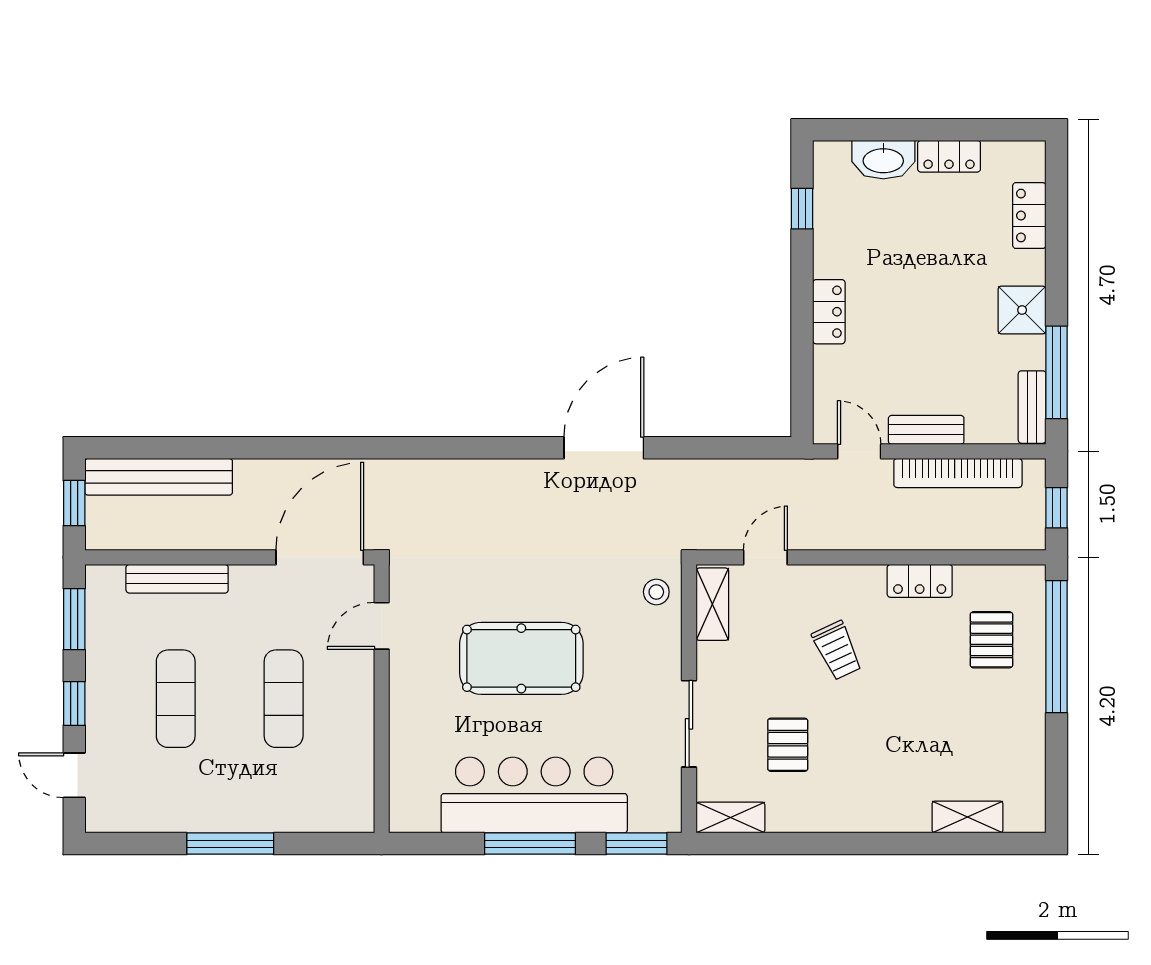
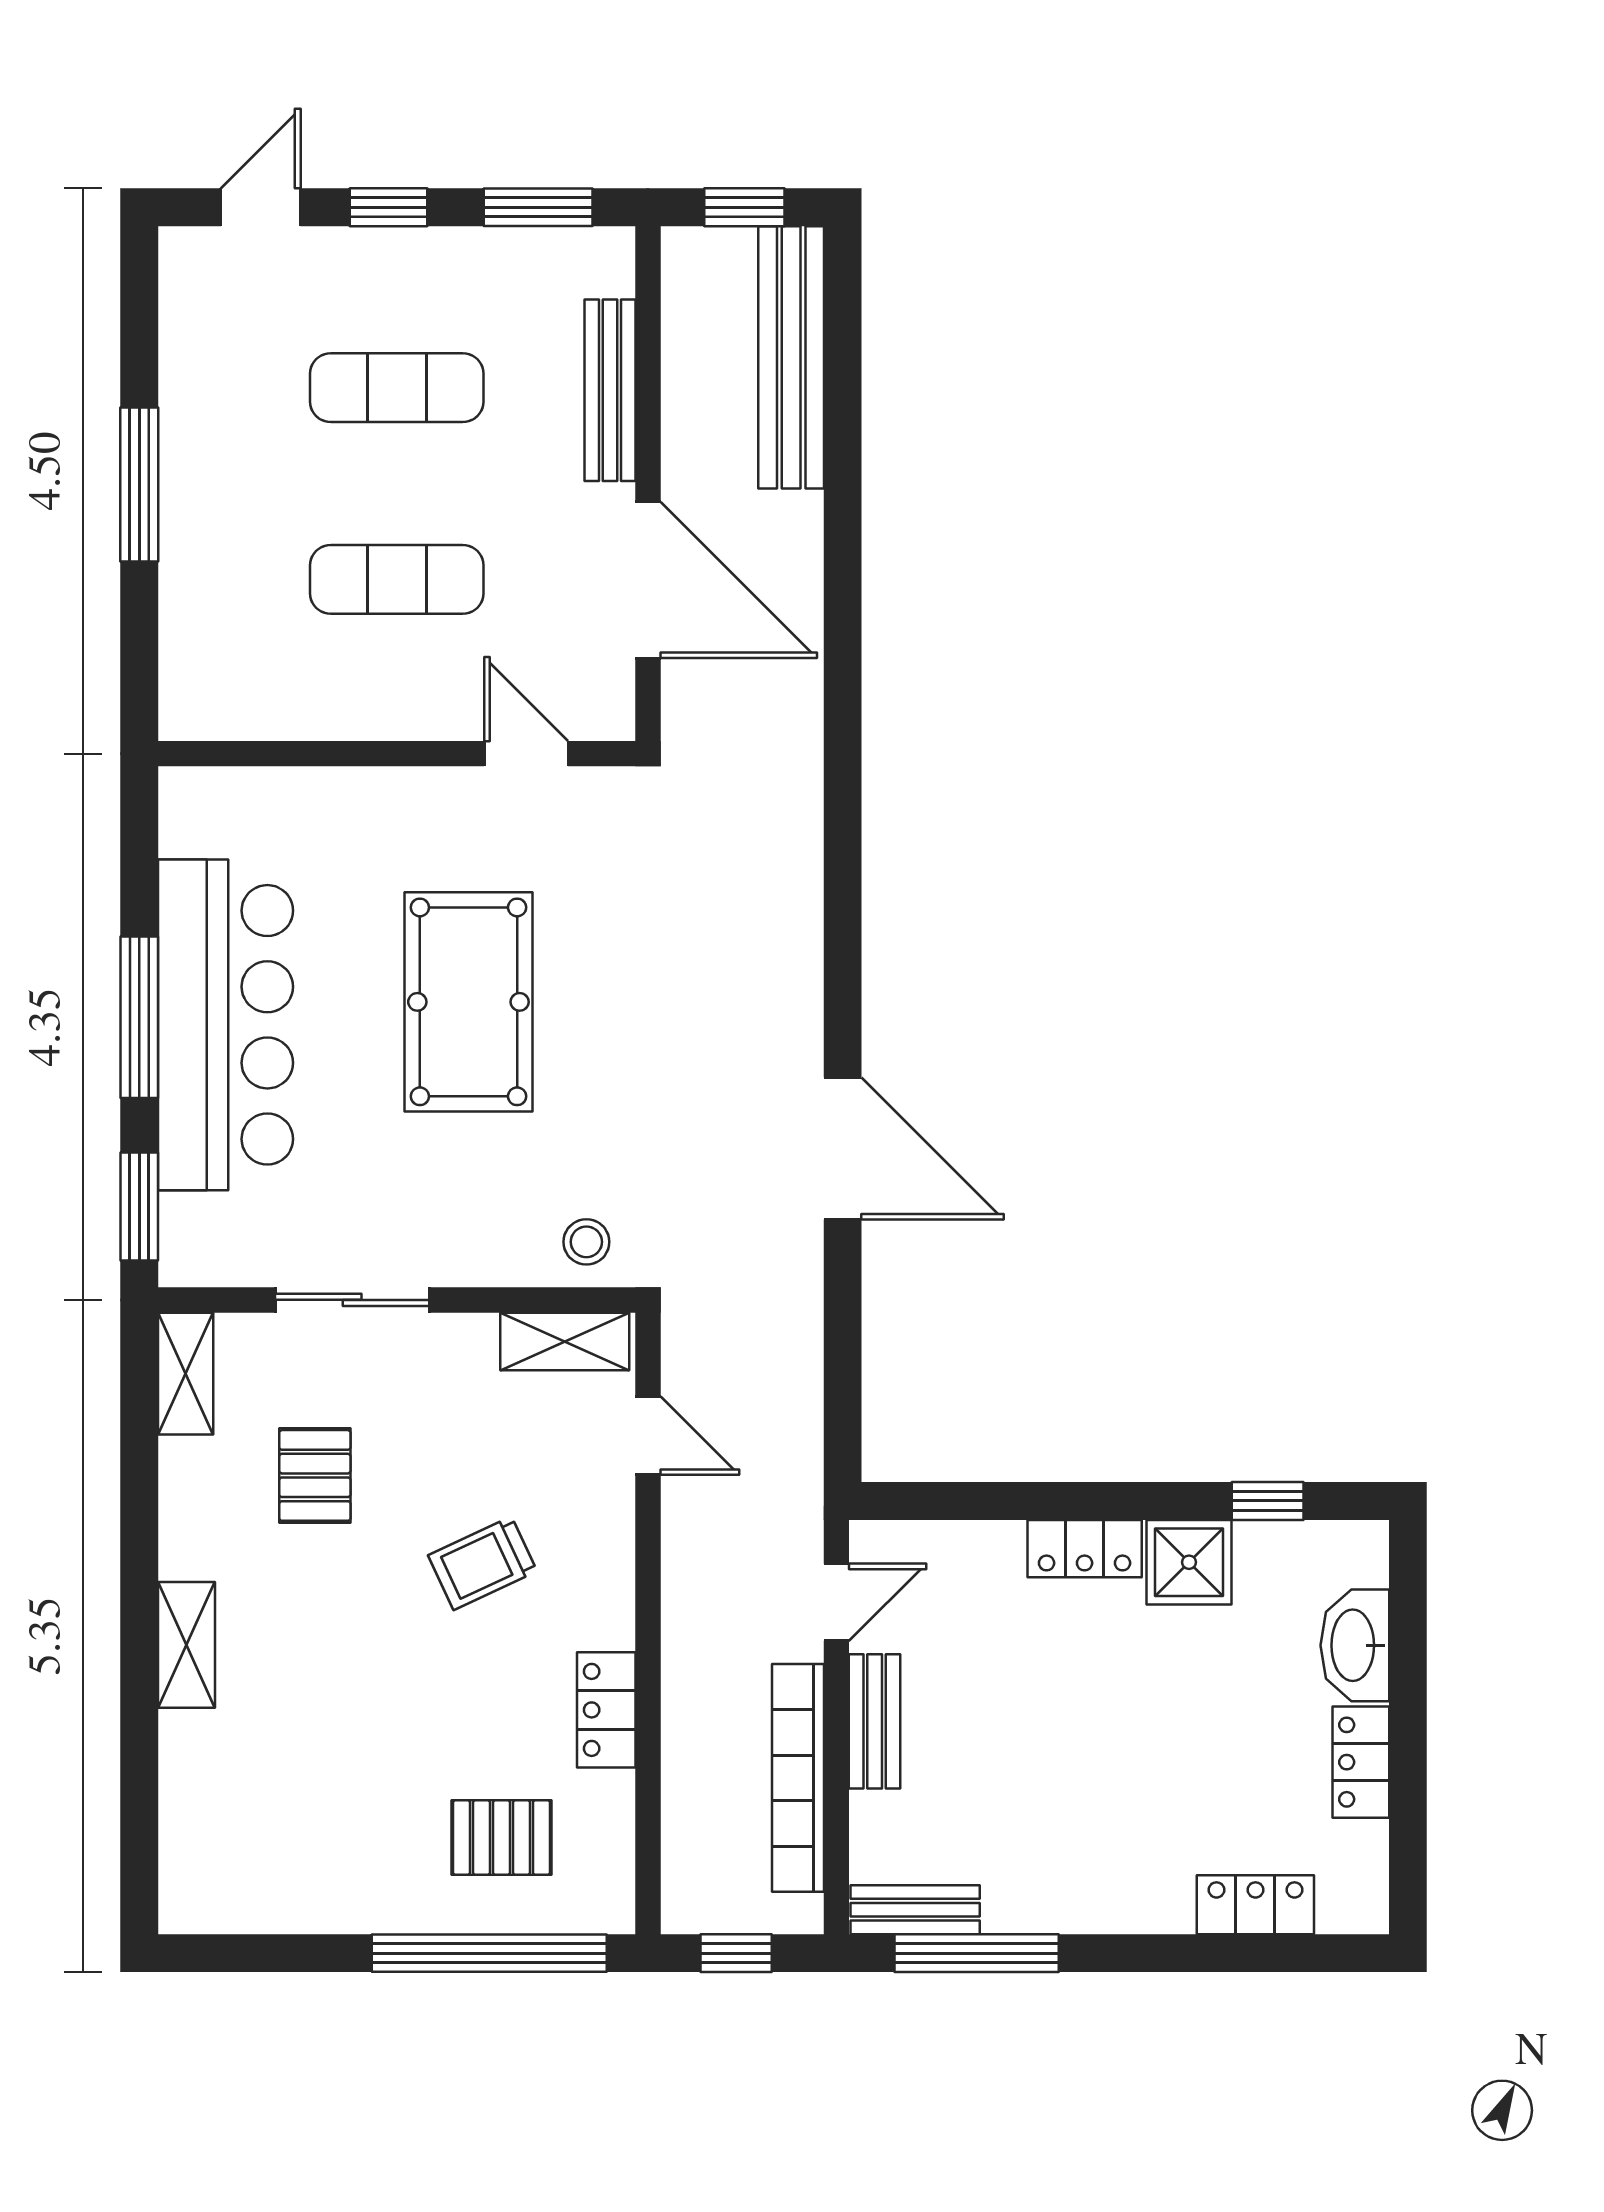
shower: (1022, 310) -> (1189, 1562), moved
door: (320, 557) -> (648, 580), moved
pallet: (788, 745) -> (315, 1475), turned 90
shelving: (968, 817) -> (186, 1645), moved

